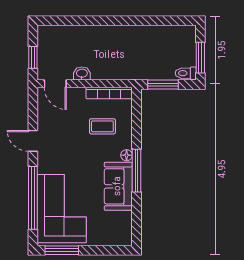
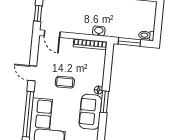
window: (200, 58) -> (158, 25), removed
washbasin: (82, 74) -> (99, 31), moved
coffee table: (102, 126) -> (65, 82), moved
window: (136, 171) -> (104, 102), width x0.69

